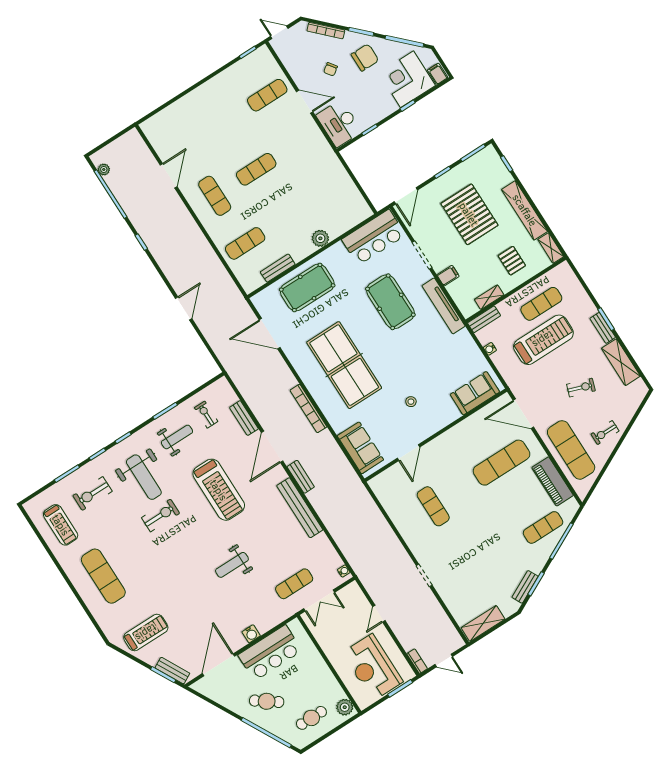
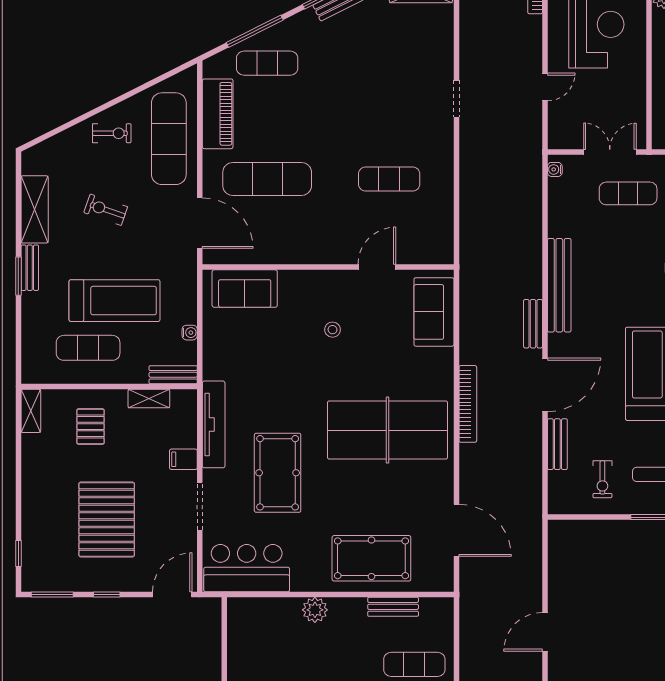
shelving: (525, 210) -> (34, 480), removed
treadmill: (543, 340) -> (115, 301), turned 180
table tennis table: (344, 365) -> (388, 430), turned 90
exercise mat: (433, 506) -> (389, 179), turned 90

